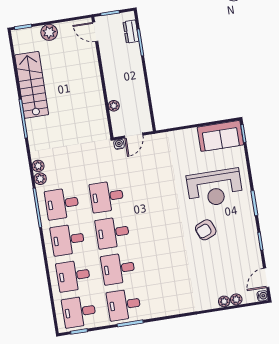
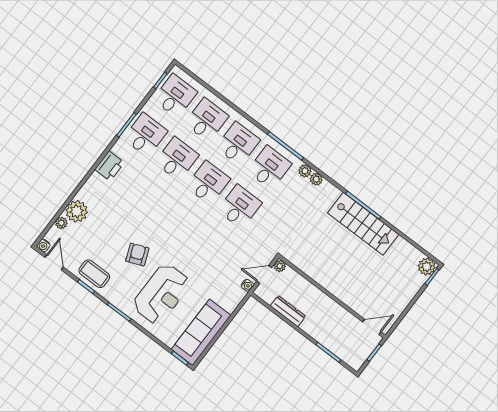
plant: (49, 32) -> (427, 267), moved
dresser: (131, 32) -> (288, 311), moved, width x1.44
stairs: (32, 85) -> (363, 224), moved
plant: (114, 106) -> (280, 266), moved
door: (134, 136) -> (264, 274), hinge flipped
sofa: (220, 136) -> (201, 332), width x1.36
water cooler: (119, 144) -> (247, 285), moved
reception desk: (215, 188) -> (161, 294), turned 180
coffee table: (247, 244) -> (94, 274), added
plant: (224, 301) -> (77, 211), width x1.87, depth x1.87
printer: (168, 307) -> (110, 166), added

